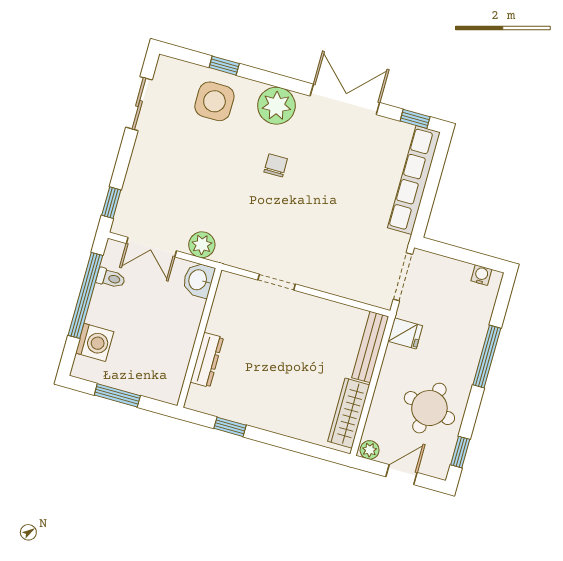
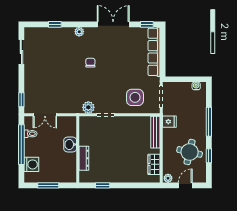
side table: (214, 101) -> (135, 97), moved
plant: (276, 106) -> (79, 32), width x0.53, depth x0.53
plant: (202, 245) -> (88, 107), moved
washbasin: (198, 280) -> (70, 144), moved
wardrobe: (349, 413) -> (154, 164), width x0.67
window: (460, 452) -> (209, 156), moved

